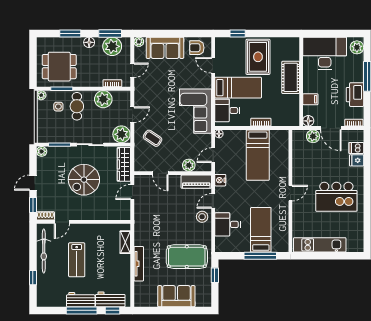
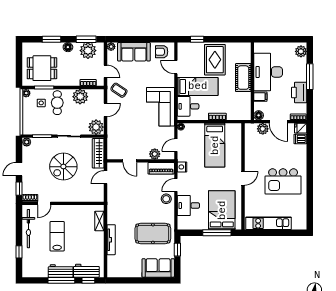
desk: (325, 53) -> (268, 72), moved, turned -90
door: (132, 70) -> (105, 71), hinge flipped
coffee table: (153, 138) -> (119, 90), moved
fridge: (357, 160) -> (301, 128), moved
bed: (261, 230) -> (222, 210), width x1.50
lab bench: (77, 260) -> (57, 236), turned 180
sofa: (176, 296) -> (158, 268), moved

